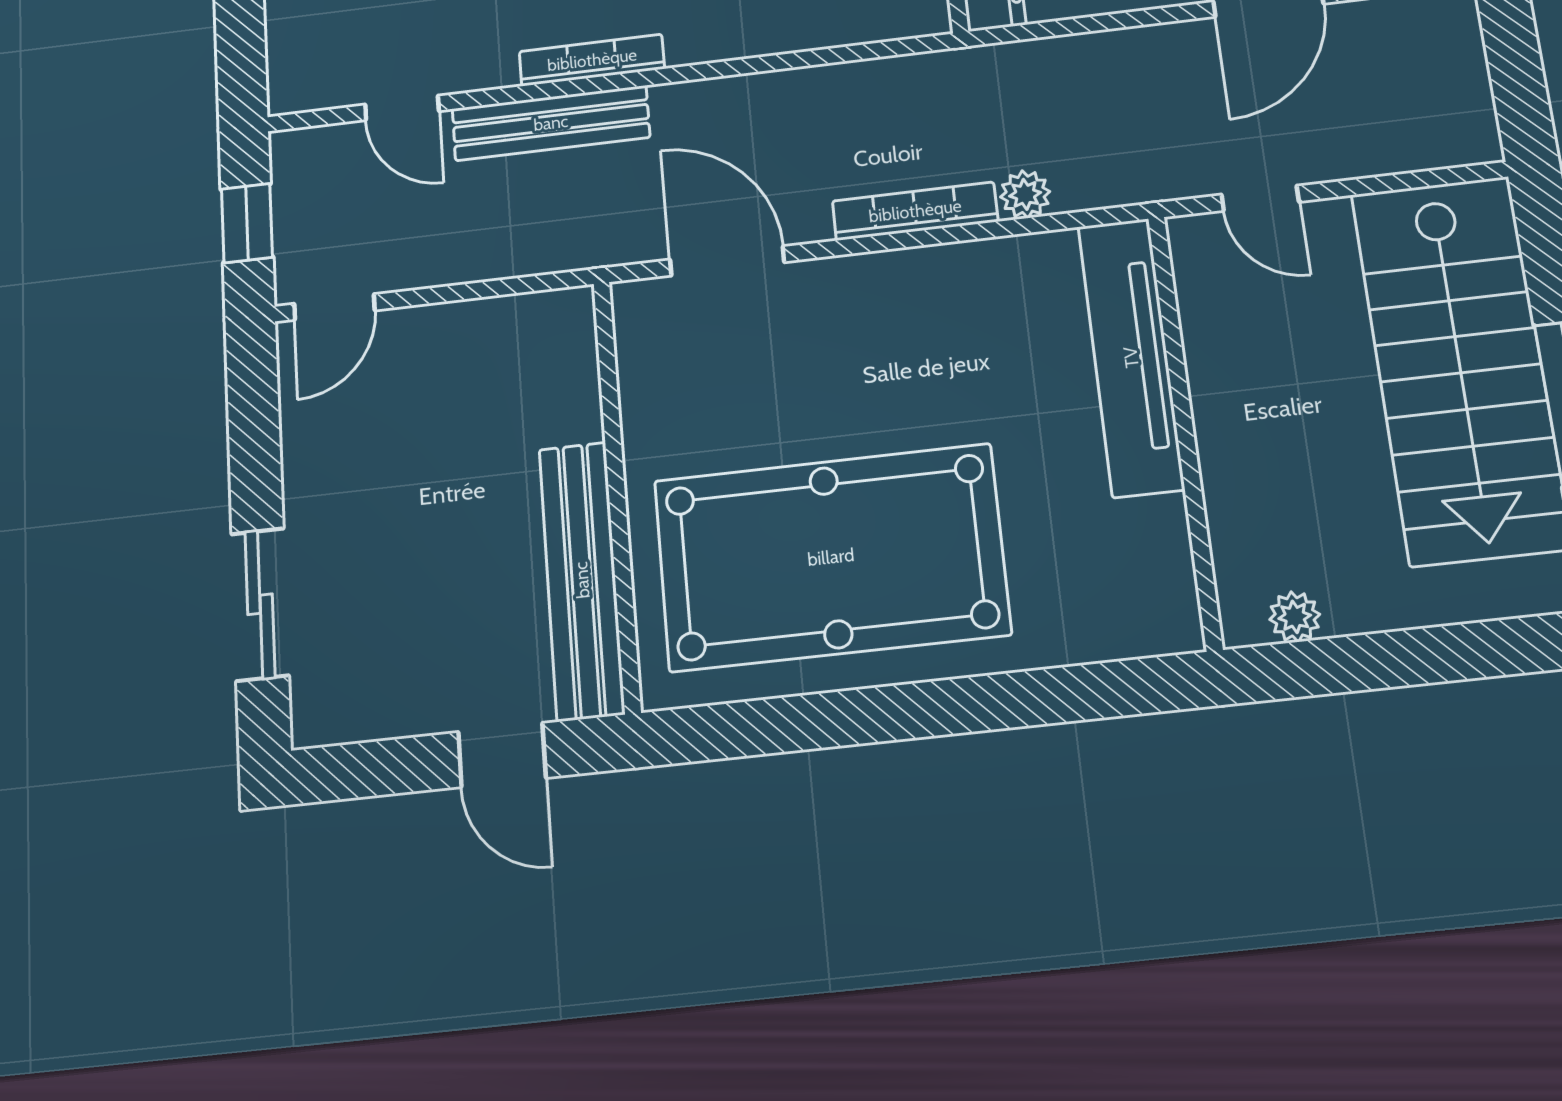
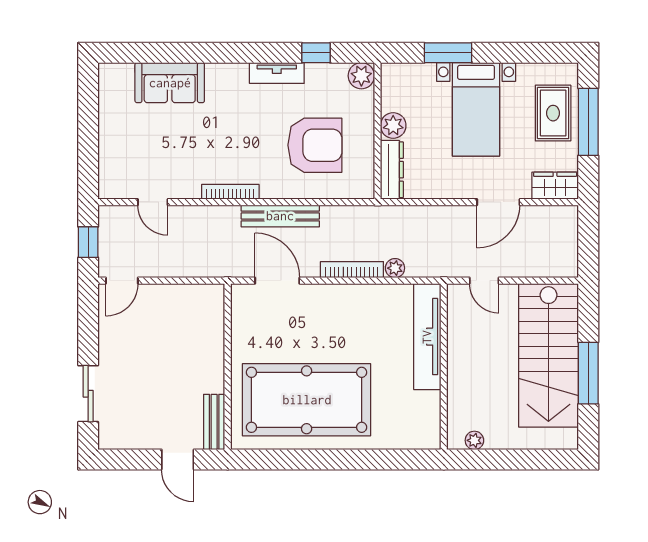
bench: (551, 123) -> (280, 216), moved
bench: (582, 580) -> (214, 422), width x0.54, depth x0.82

